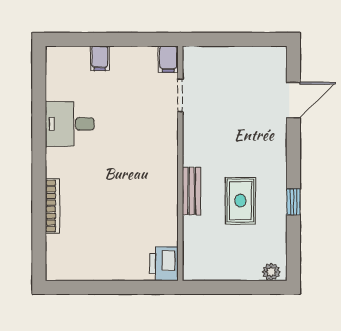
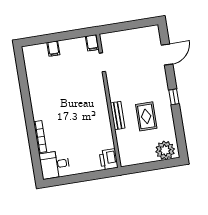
desk: (70, 124) -> (55, 165), moved
window: (293, 202) -> (174, 97), moved
plant: (271, 272) -> (165, 150), width x1.87, depth x1.87

